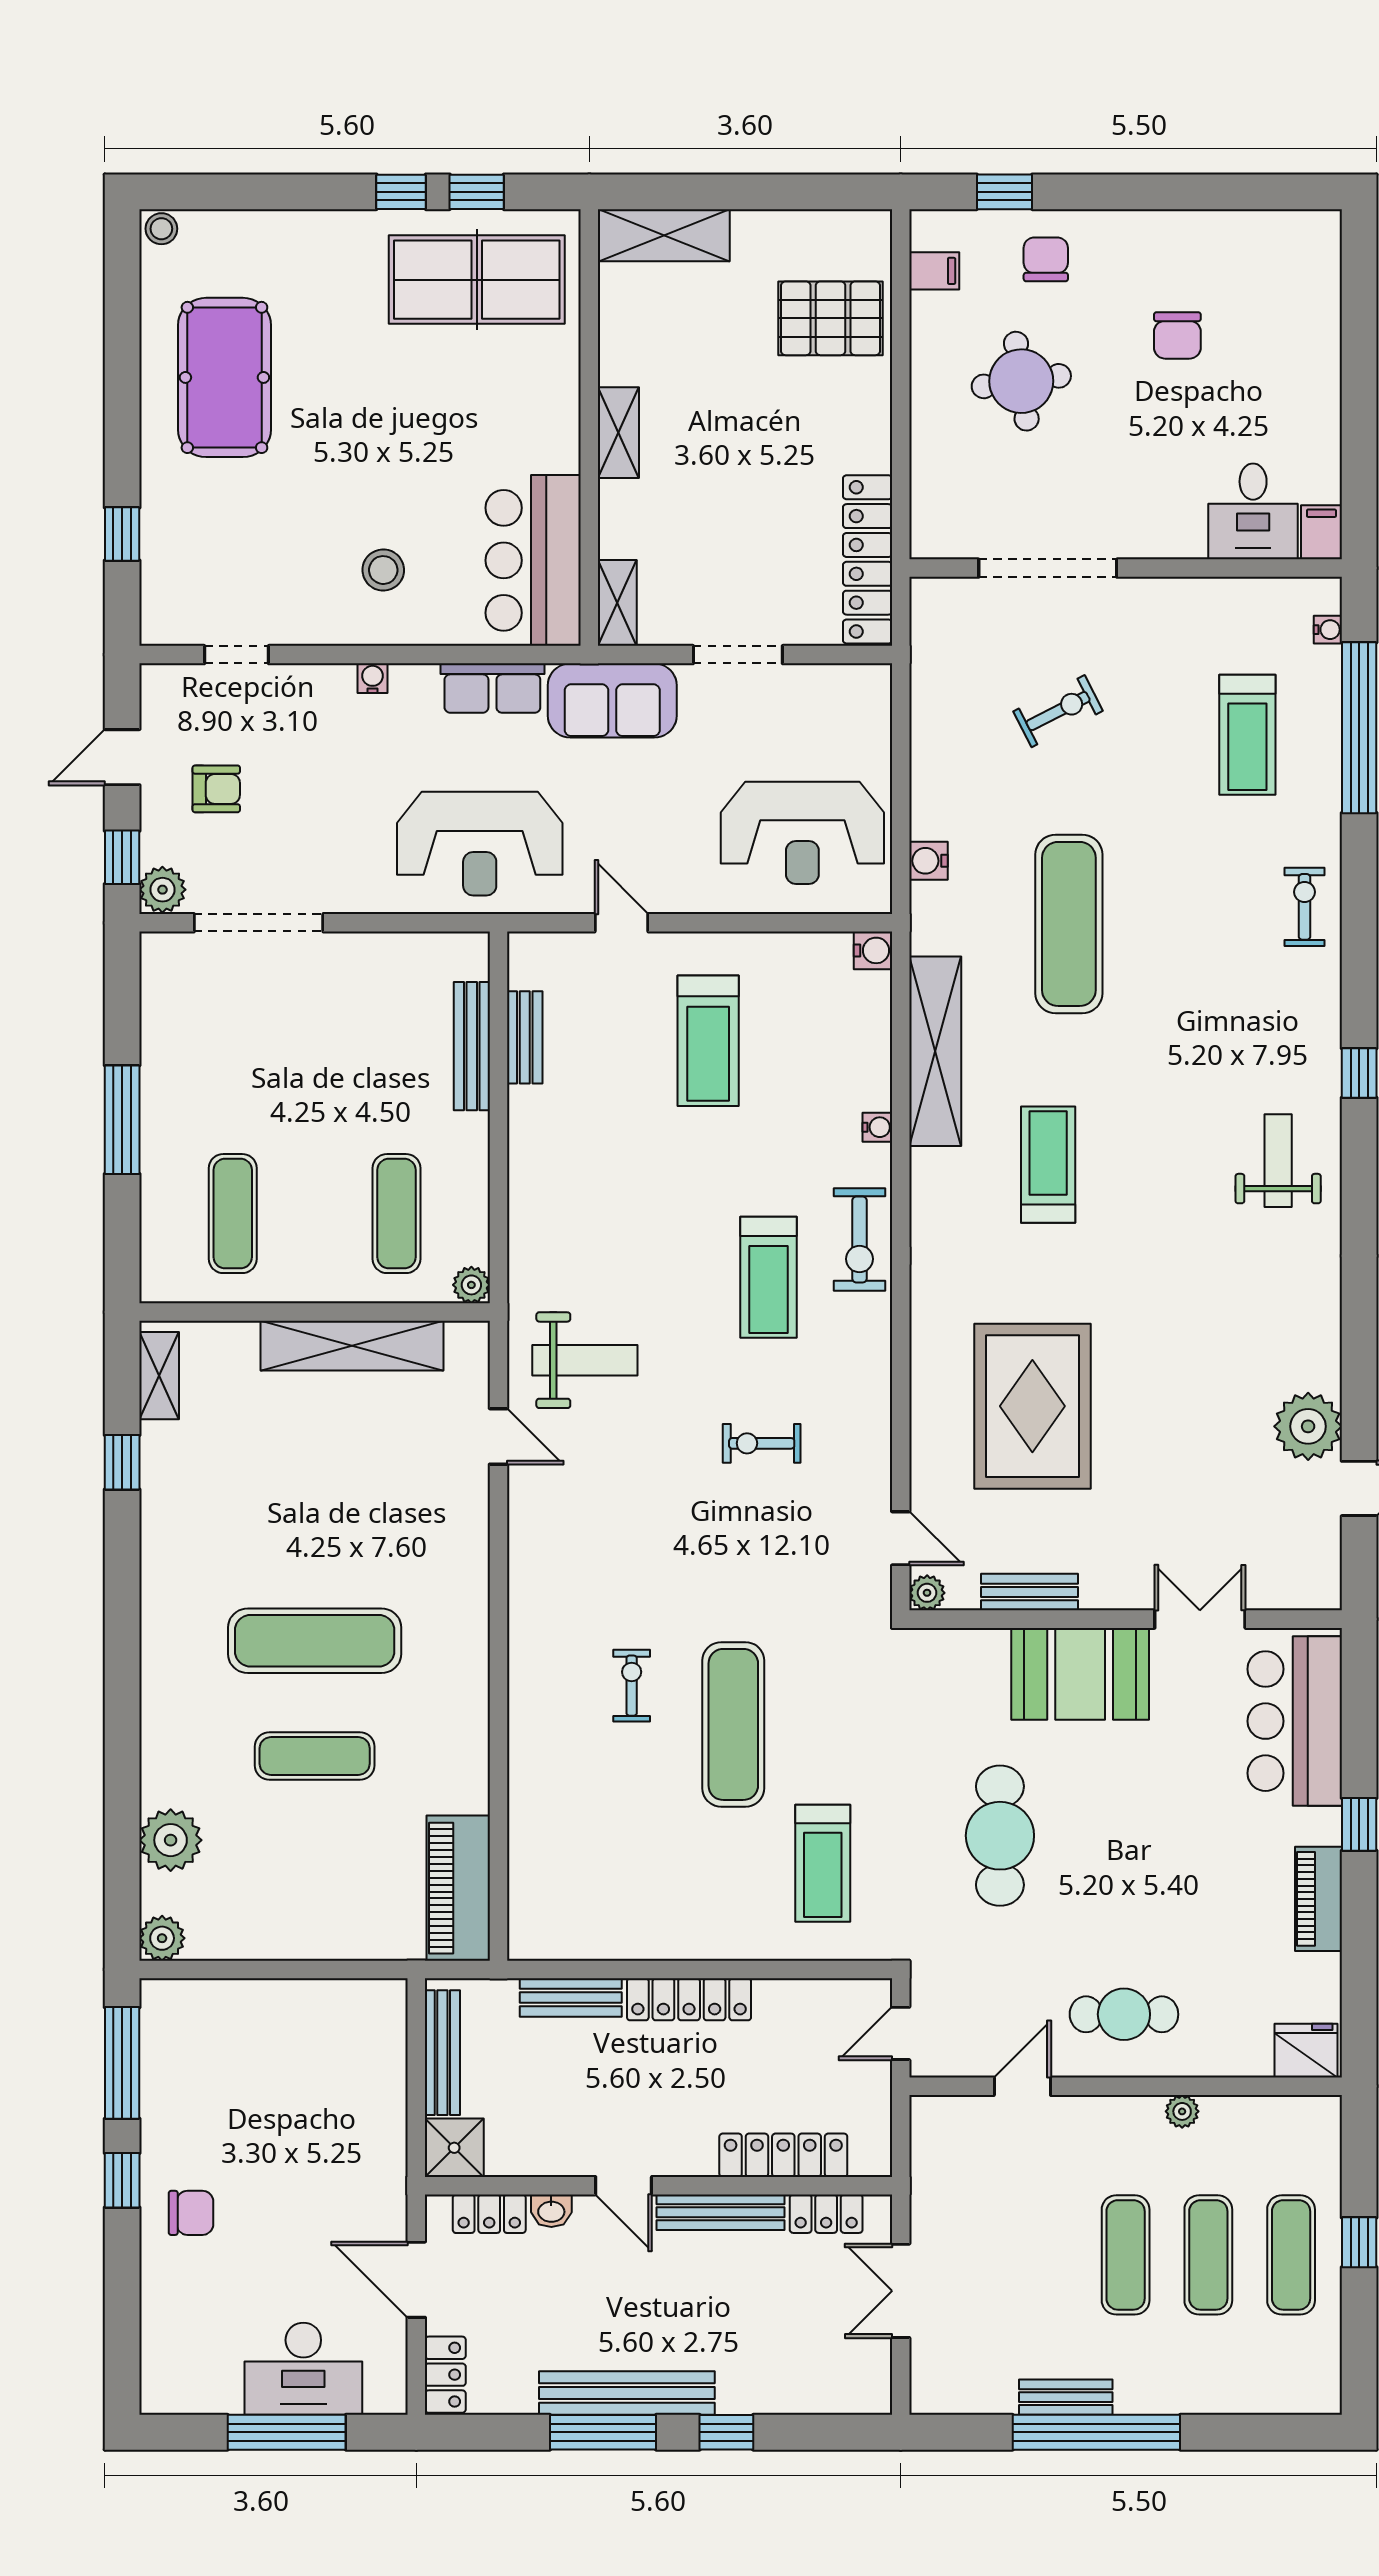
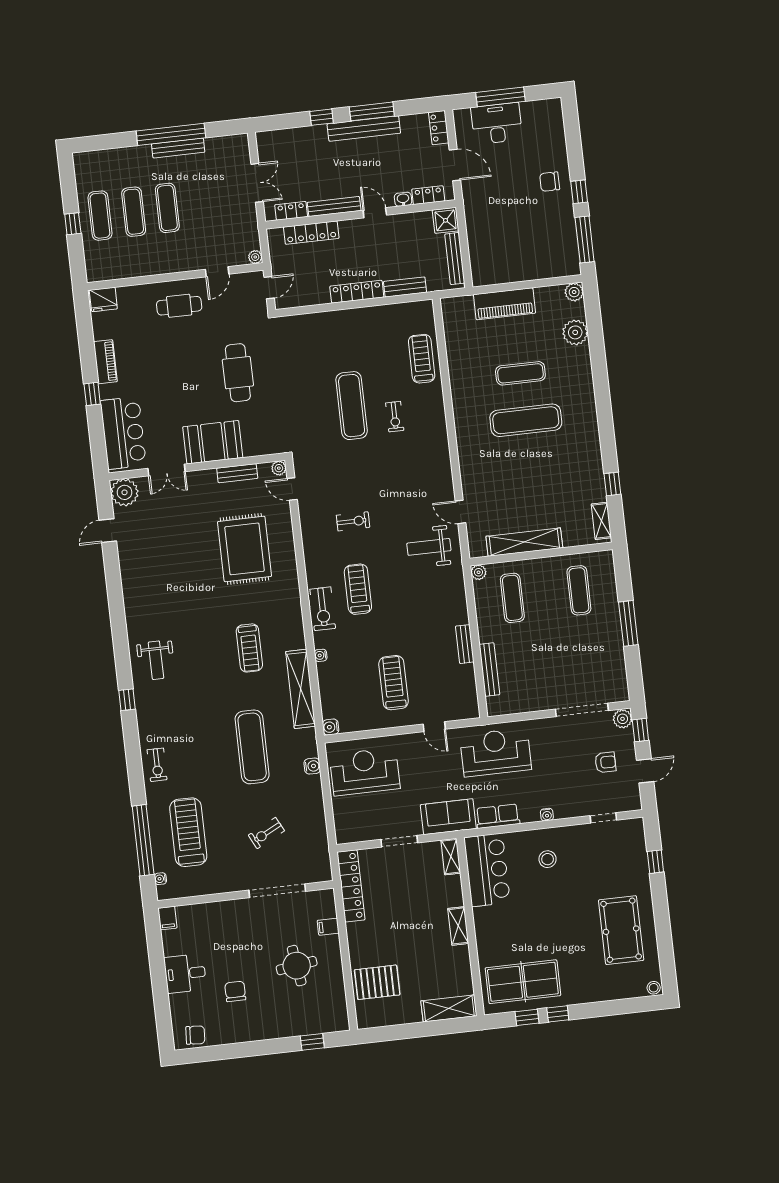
chair: (1046, 259) -> (195, 1035), moved, turned -86
filing cabinet: (934, 271) -> (328, 927), moved
desk: (1253, 511) -> (185, 974), moved, turned -90
treadmill: (1247, 735) -> (188, 832), width x1.37, depth x1.38
armchair: (216, 789) -> (605, 762), turned 180
bench: (525, 1037) -> (465, 644), moved
exercise bike: (860, 1239) -> (323, 609), turned 180
plant: (1308, 1426) -> (125, 492), moved
treadmill: (823, 1863) -> (422, 359), moved
piano: (458, 1888) -> (504, 304), moved, turned 90
plant: (1182, 2111) -> (255, 257), moved
bench: (1066, 2397) -> (178, 148), width x1.36

